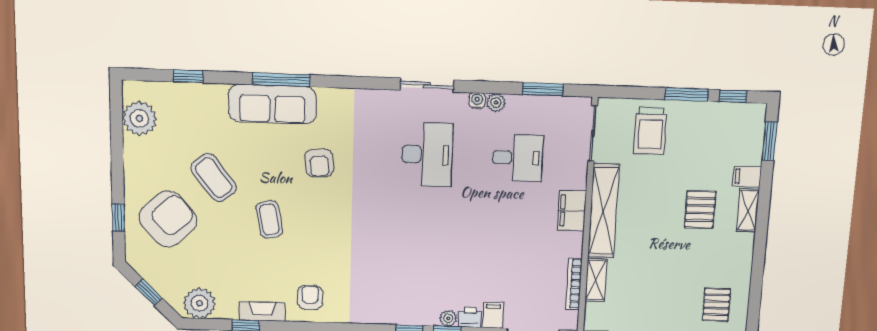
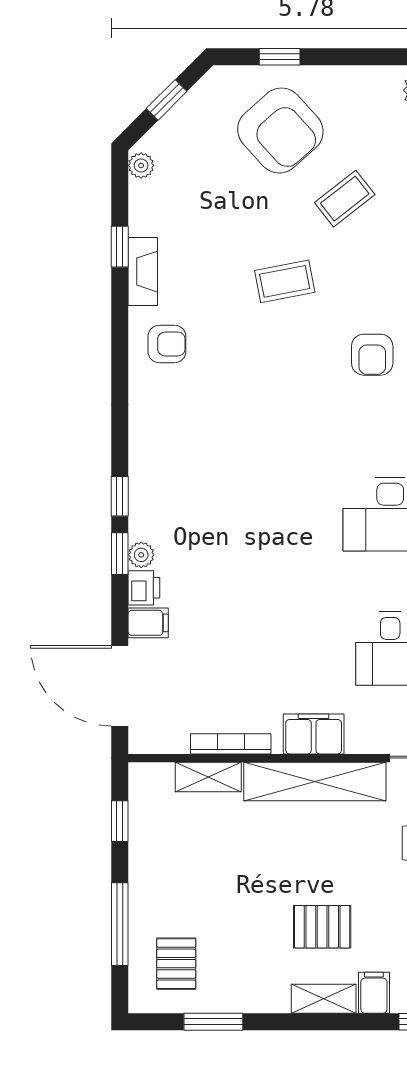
armchair: (319, 163) -> (372, 355), turned -85
coffee table: (214, 178) -> (345, 199), width x0.73, depth x0.77
window: (756, 282) -> (213, 1022), added
bookcase: (574, 284) -> (231, 744), moved
plant: (200, 303) -> (141, 165), width x0.53, depth x0.53
pallet: (716, 305) -> (176, 964), turned 90

